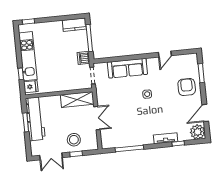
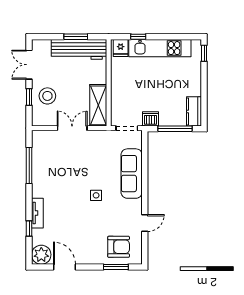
door: (165, 54) -> (145, 223), swing flipped
armchair: (187, 87) -> (119, 247), moved
double door: (97, 118) -> (72, 128), swing flipped

